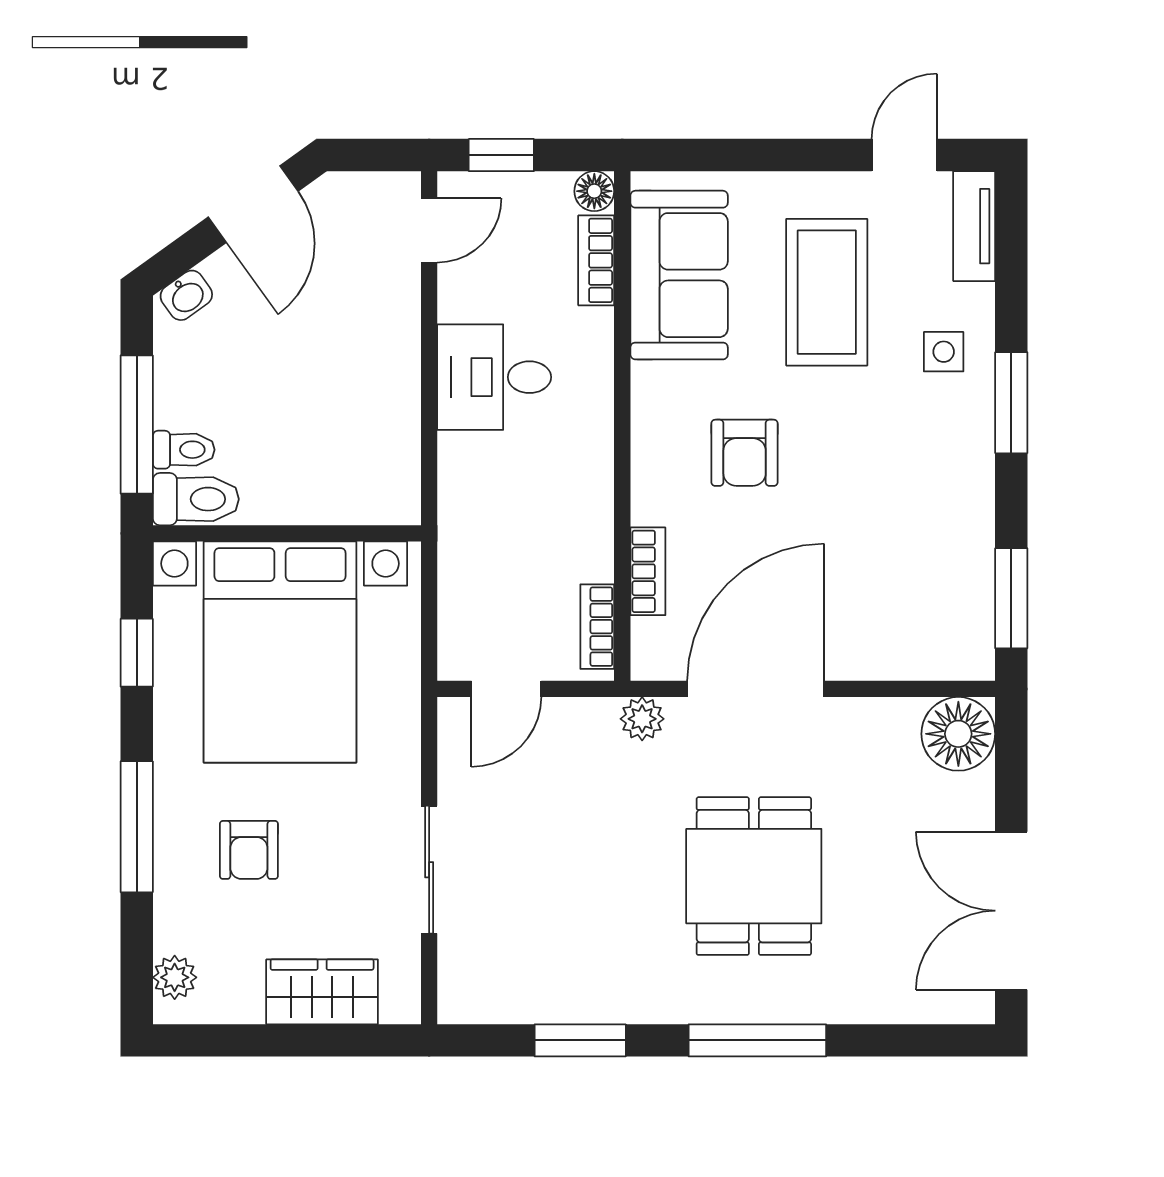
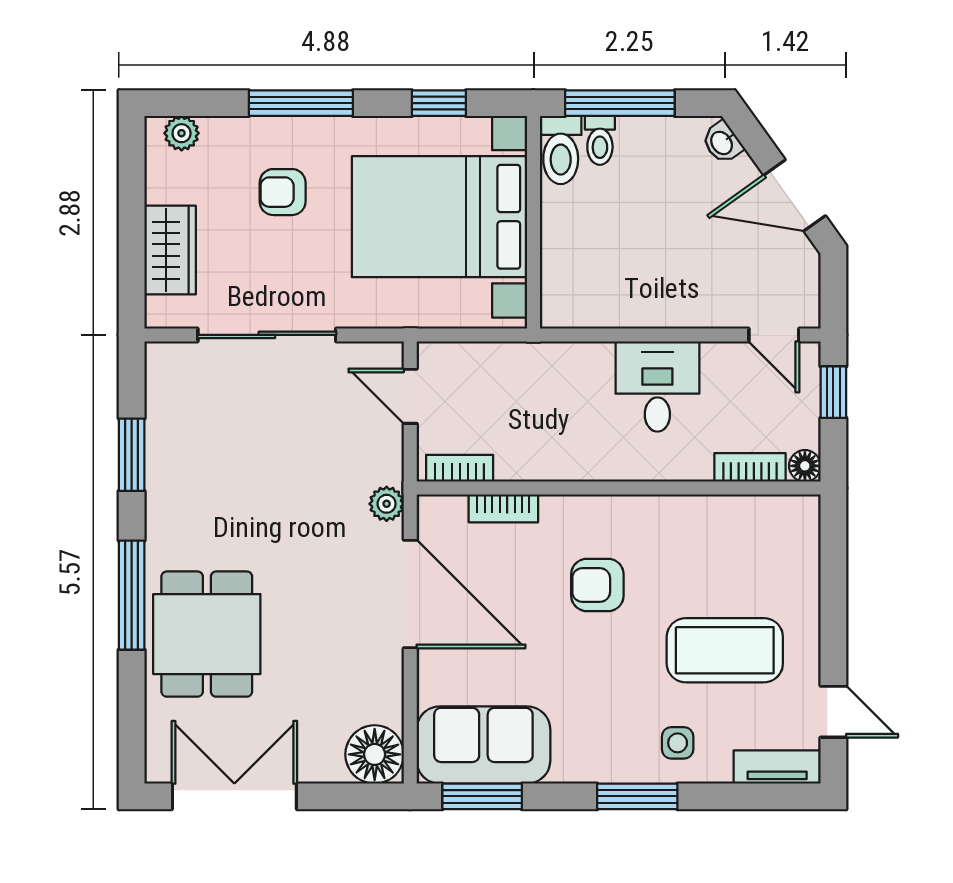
sofa: (679, 275) -> (483, 745), moved, turned 180
sliding door: (429, 870) -> (267, 335), width x1.37
dining table: (754, 876) -> (207, 634), moved, turned 90

